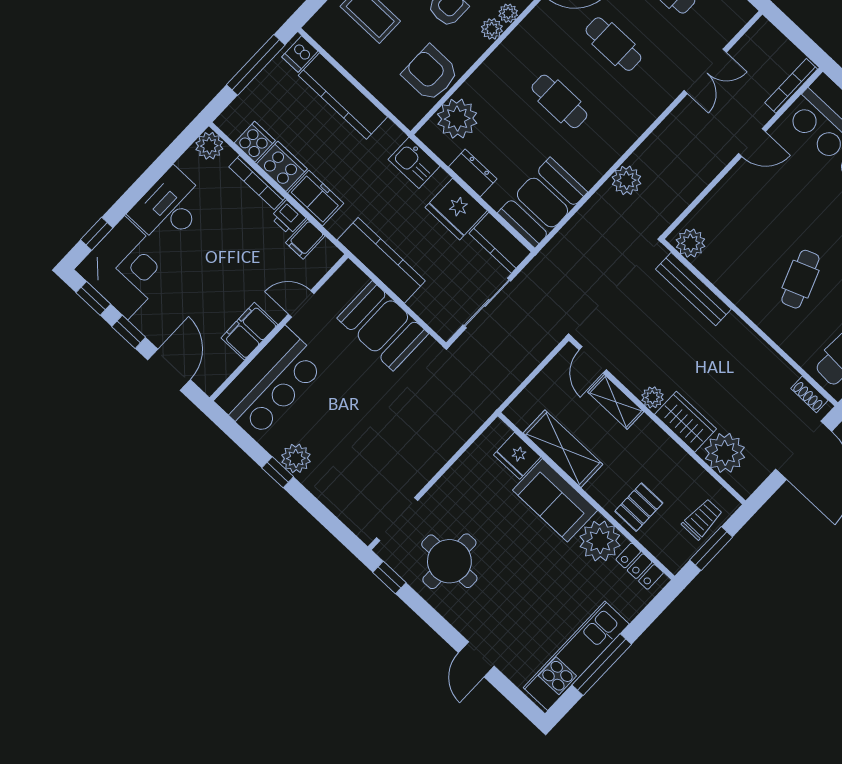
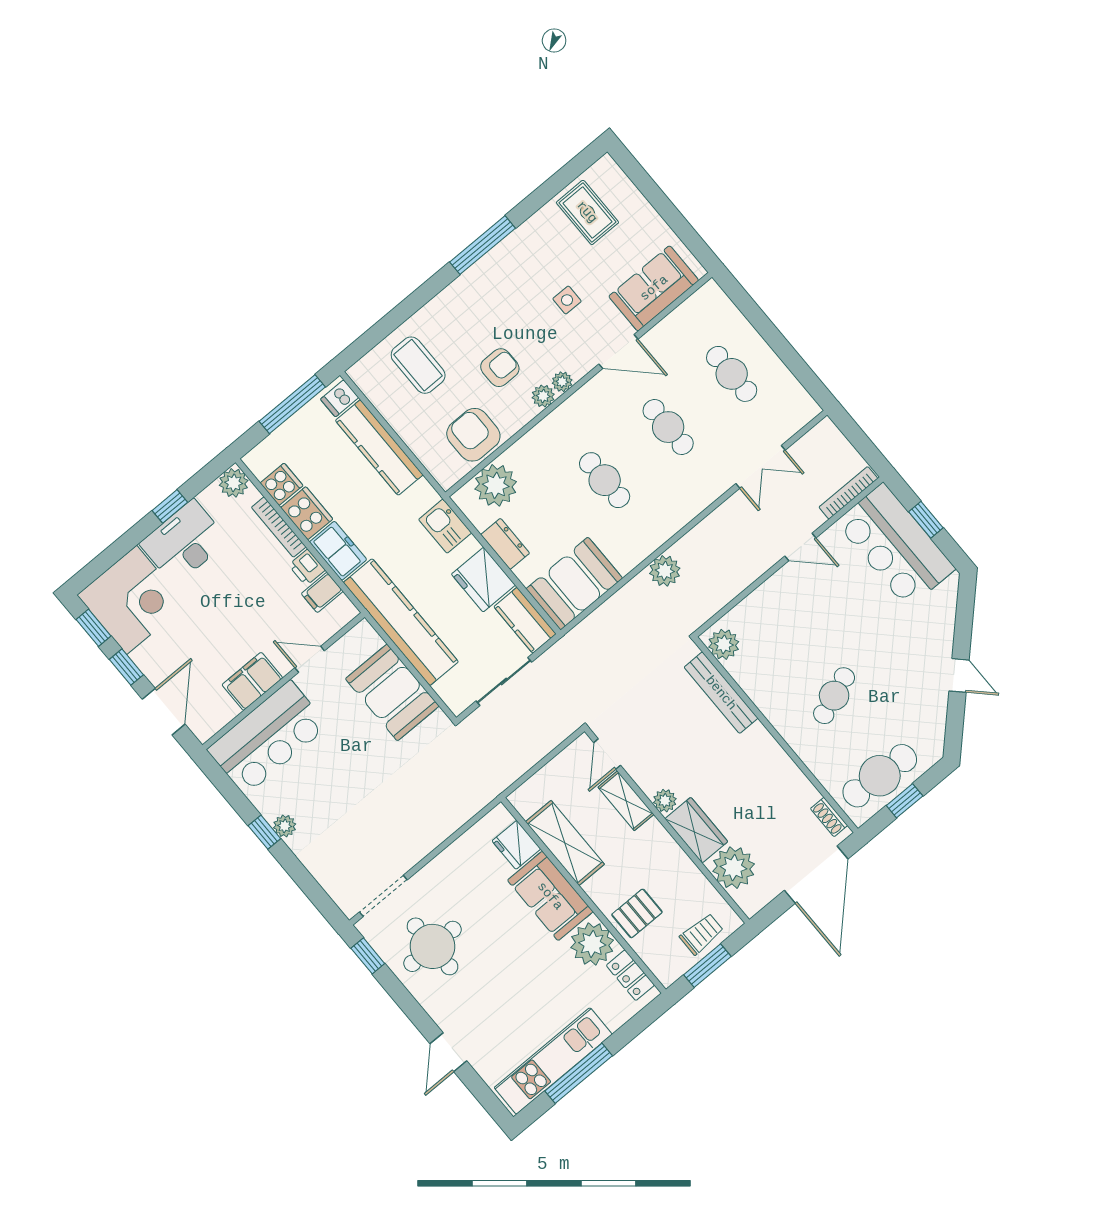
window: (97, 234) -> (170, 506), moved
kitchen counter: (381, 260) -> (401, 622), width x1.39, depth x1.17
plant: (296, 458) -> (285, 826), width x0.73, depth x0.73

